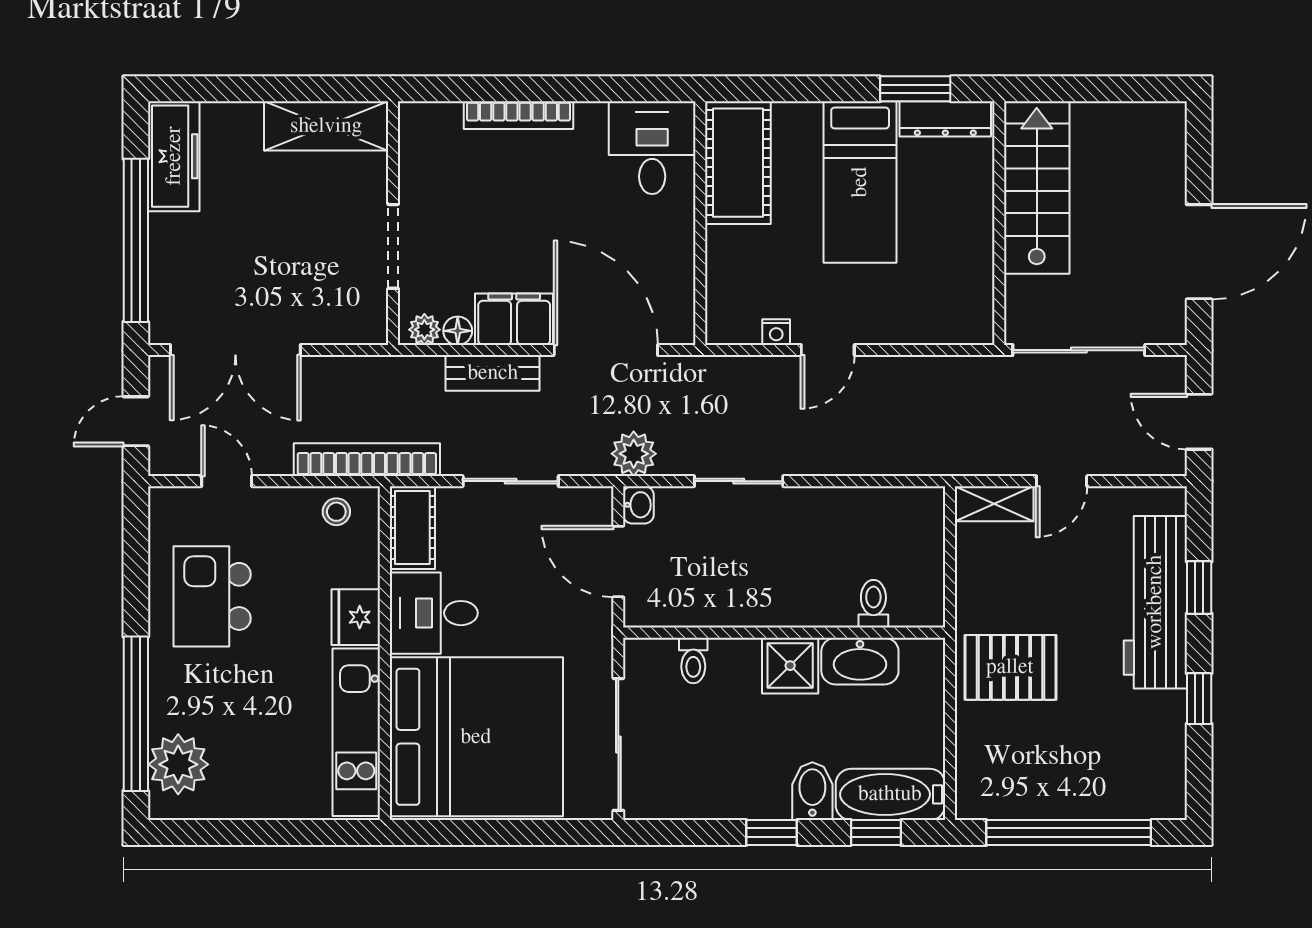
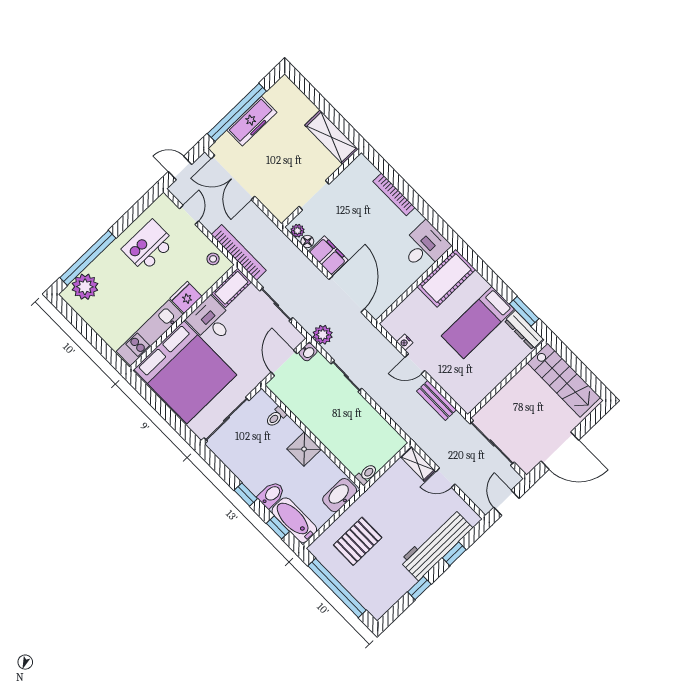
freezer: (174, 156) -> (252, 121), moved
stairs: (1037, 187) -> (564, 380), moved, turned 90
bench: (493, 373) -> (437, 400), moved
toilet: (873, 604) -> (367, 474), moved
washbasin: (860, 661) -> (340, 495), moved, turned 90
pallet: (1010, 667) -> (358, 541), moved, turned 90

